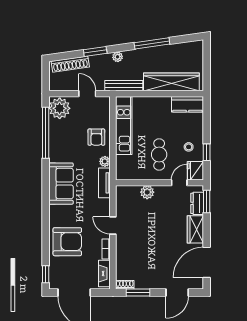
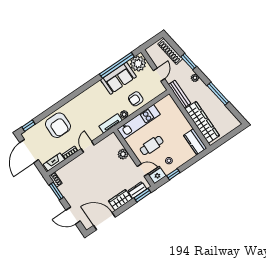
kitchen unit: (124, 126) -> (139, 122), moved
sofa: (61, 184) -> (118, 78), moved

